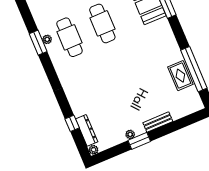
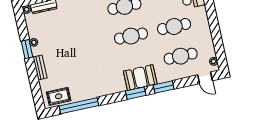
rug: (180, 76) -> (59, 96), moved

